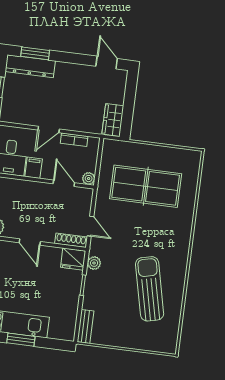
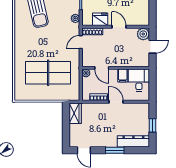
window: (35, 53) -> (115, 150), moved
door: (49, 129) -> (116, 102), hinge flipped
door: (90, 226) -> (81, 42), hinge flipped
fridge: (73, 259) -> (100, 19), moved

